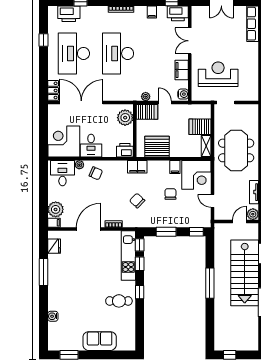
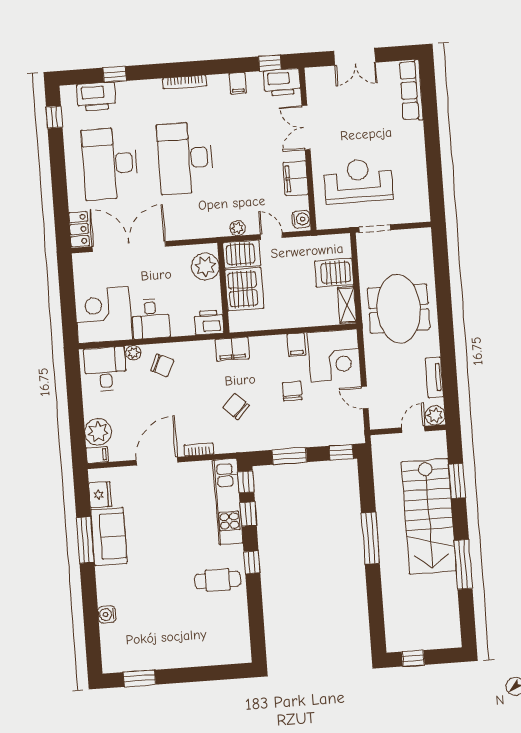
window: (43, 40) -> (54, 117), moved
server rack: (157, 147) -> (244, 289), moved, turned 90
sofa: (100, 341) -> (109, 536), moved, turned 90

